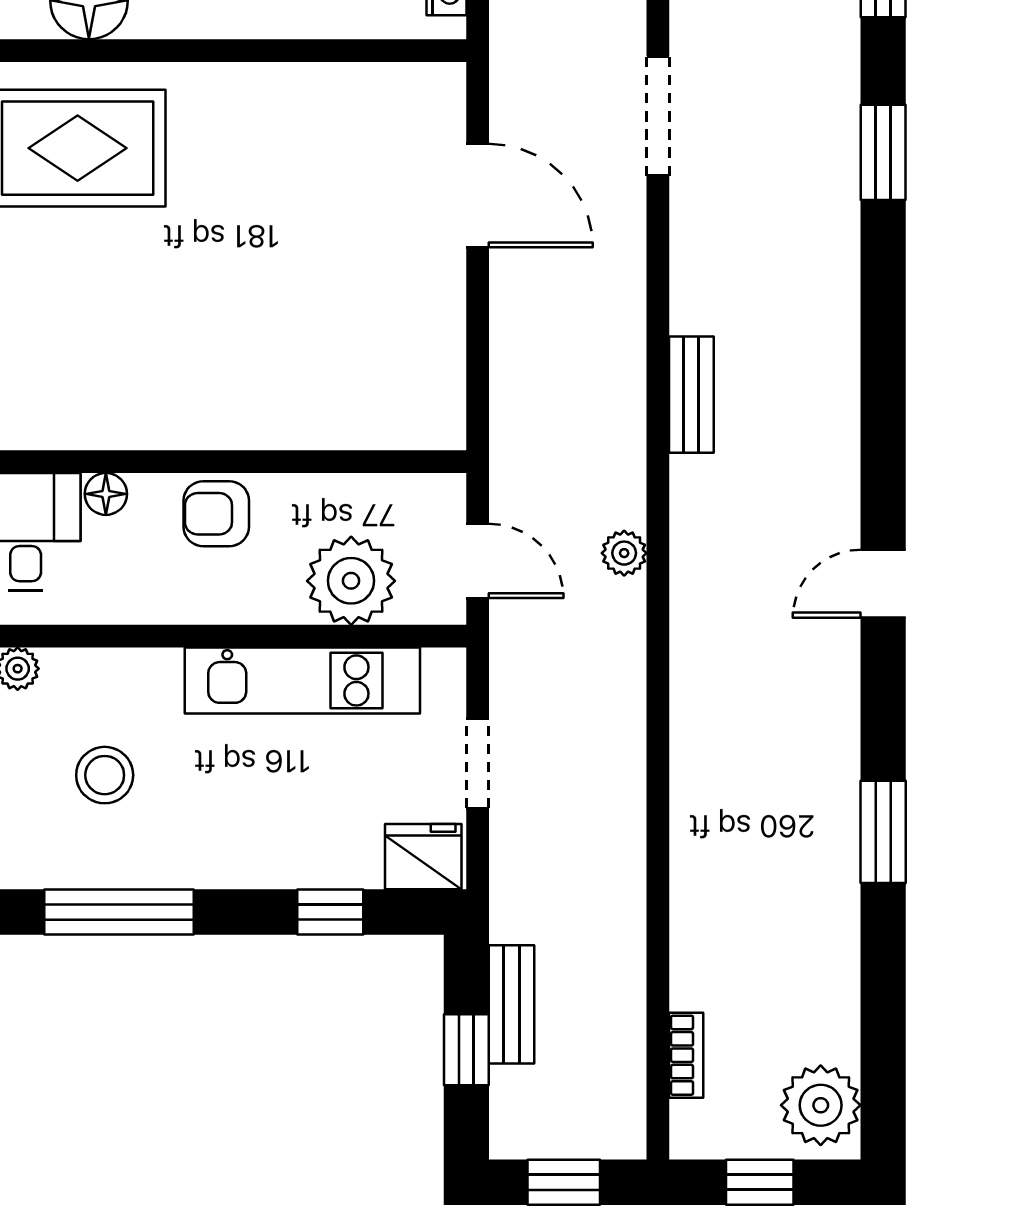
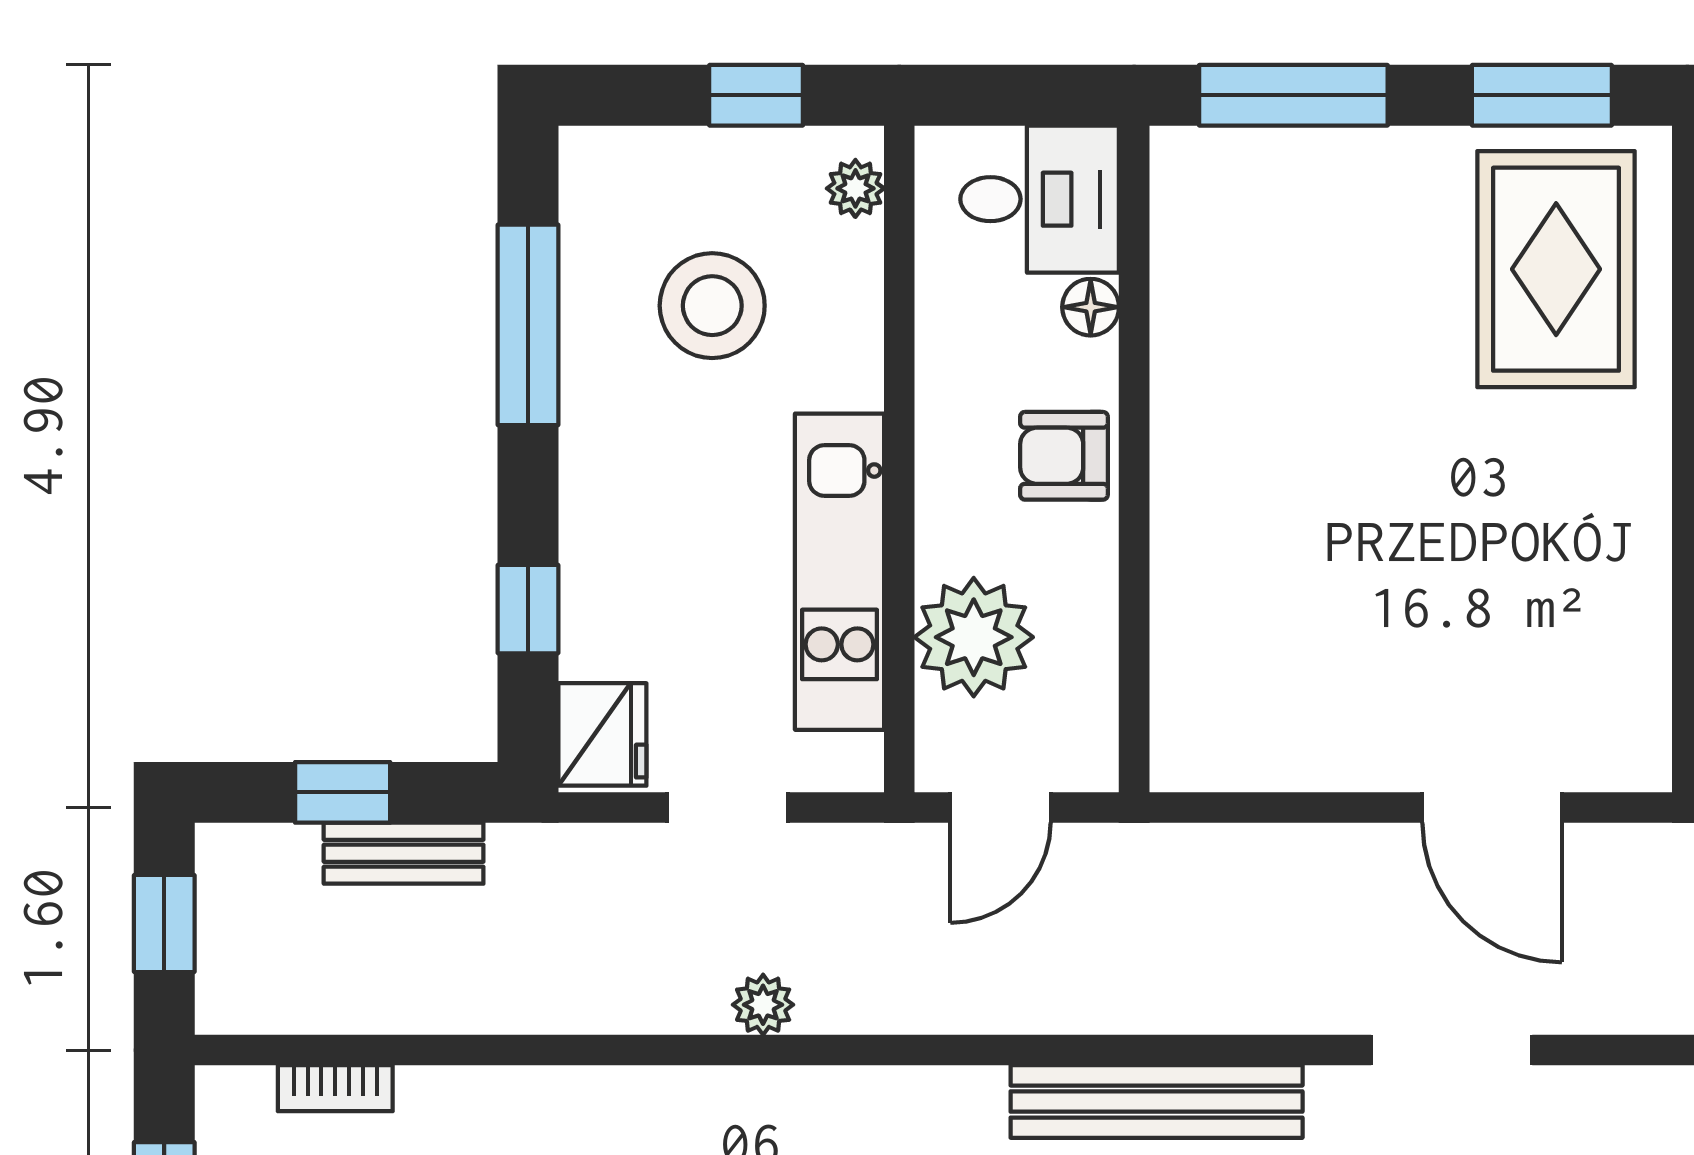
doorway: (658, 116) -> (1452, 1050), moved
door: (478, 196) -> (1492, 808), hinge flipped
bench: (691, 395) -> (1157, 1102), width x1.86, depth x1.21
armchair: (216, 514) -> (1064, 456), turned -90
plant: (624, 553) -> (763, 1005), moved
stool: (105, 775) -> (712, 306), width x1.38, depth x1.38

